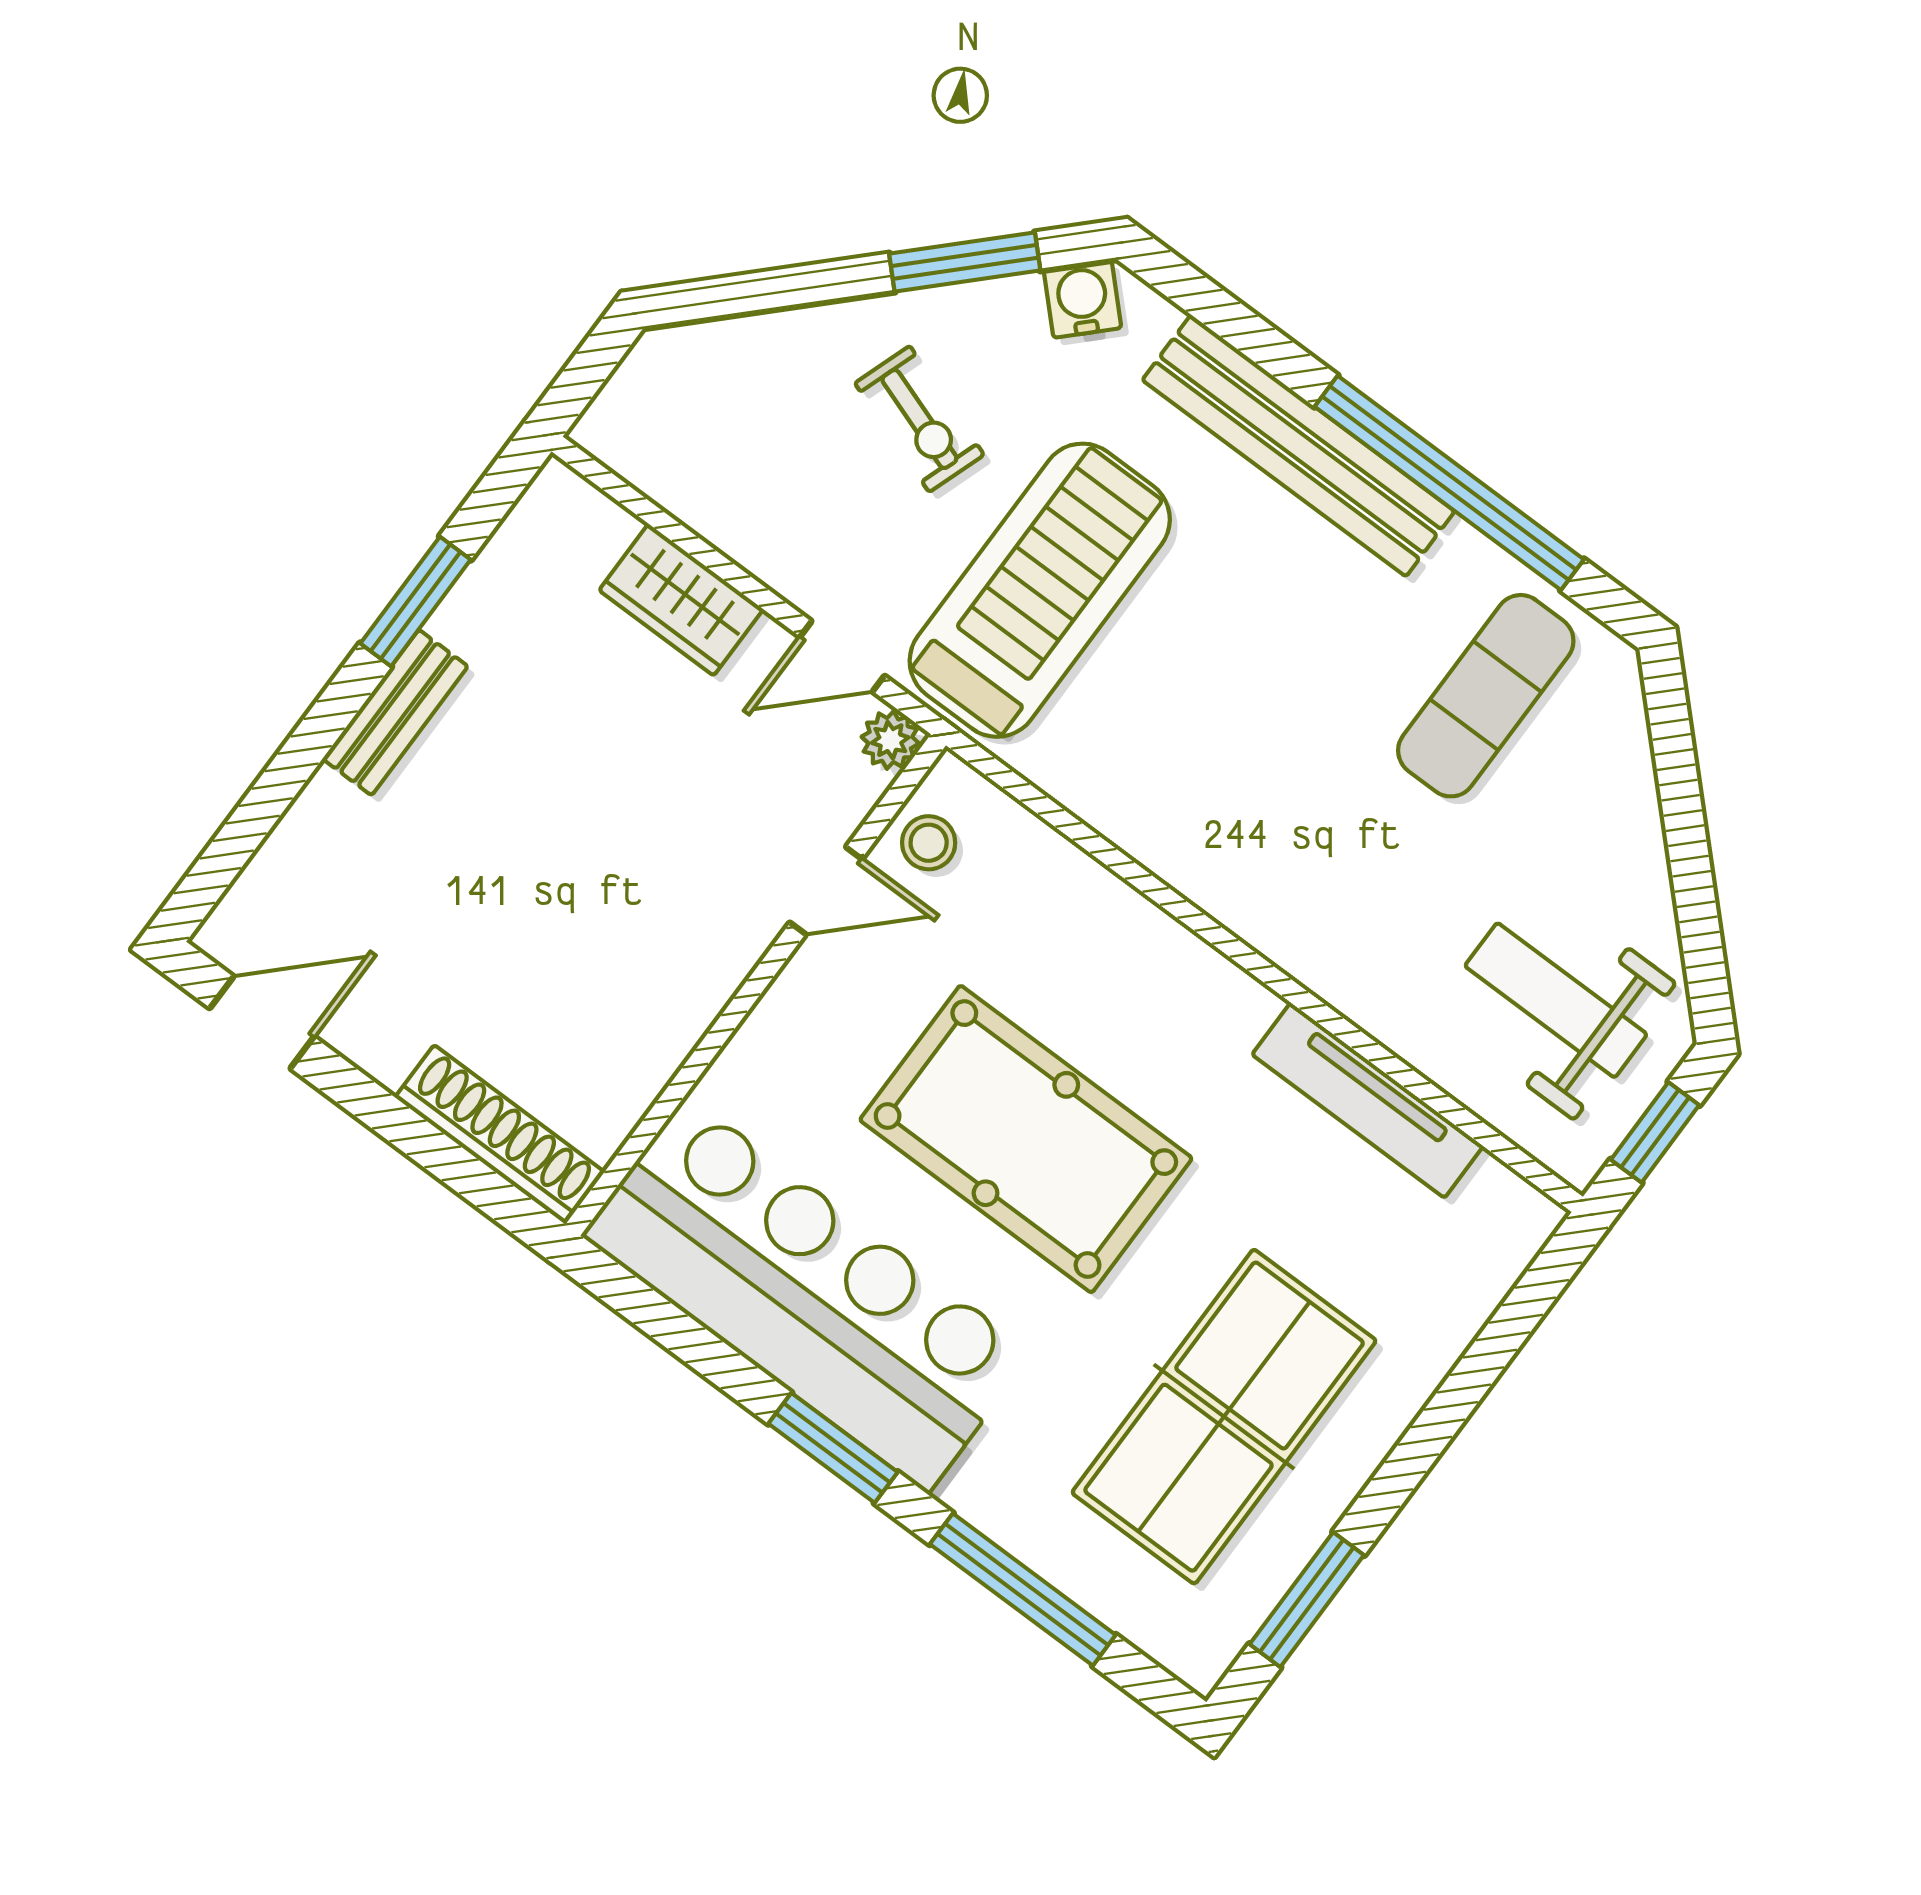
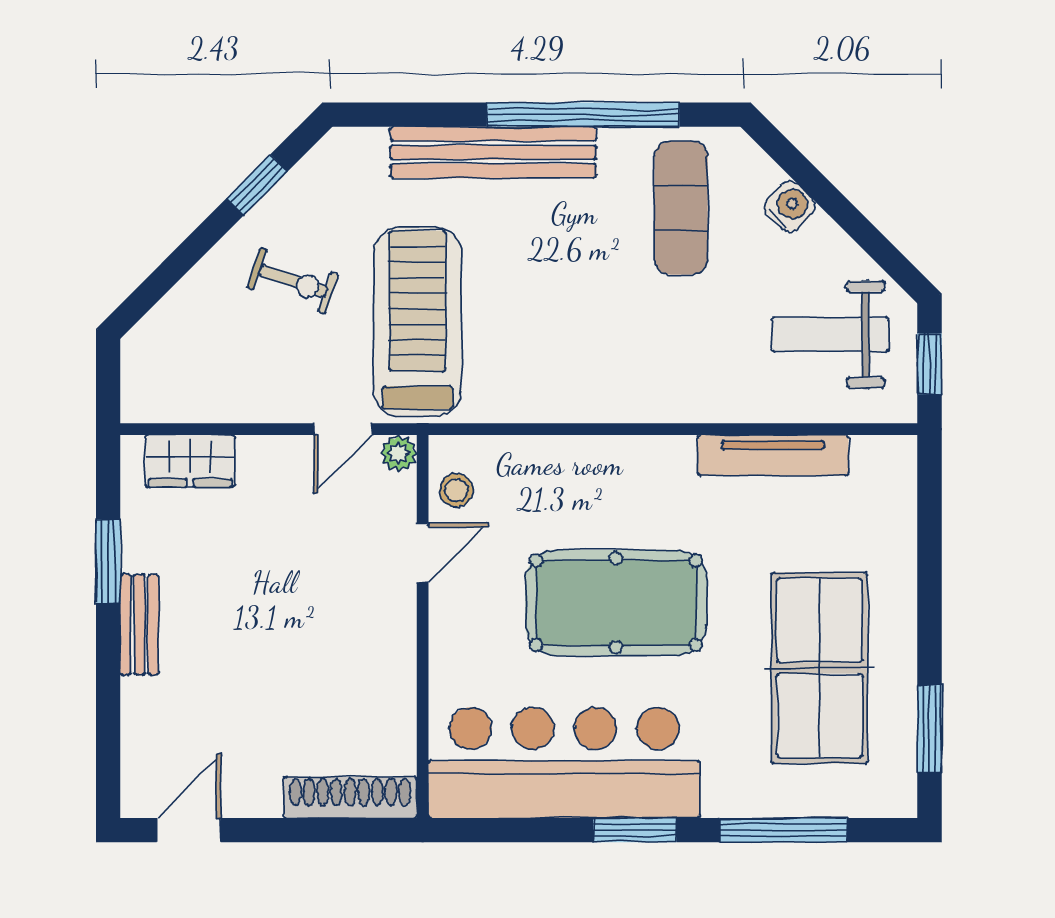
window: (965, 262) -> (257, 185), width x0.67
water cooler: (1082, 299) -> (790, 206), moved, turned 90
wardrobe: (681, 600) -> (190, 461), moved

